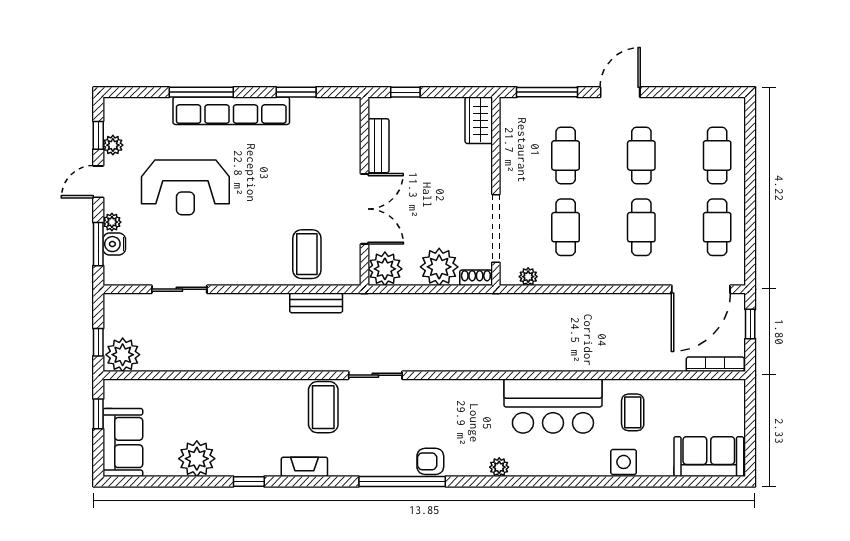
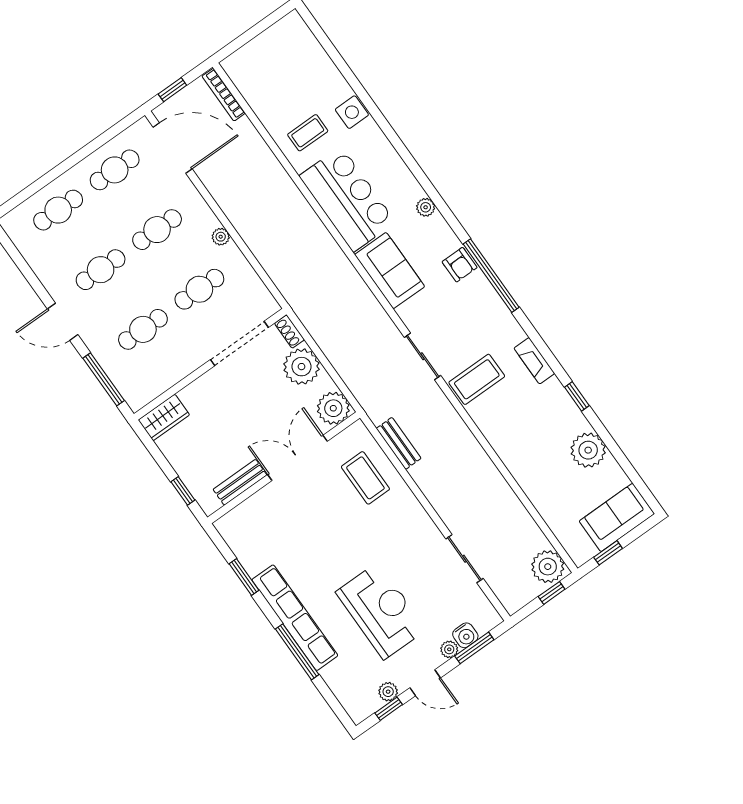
coffee table: (307, 254) -> (365, 478), turned 90
plant: (528, 277) -> (221, 237), moved
sofa: (709, 457) -> (390, 271), moved, turned 180

